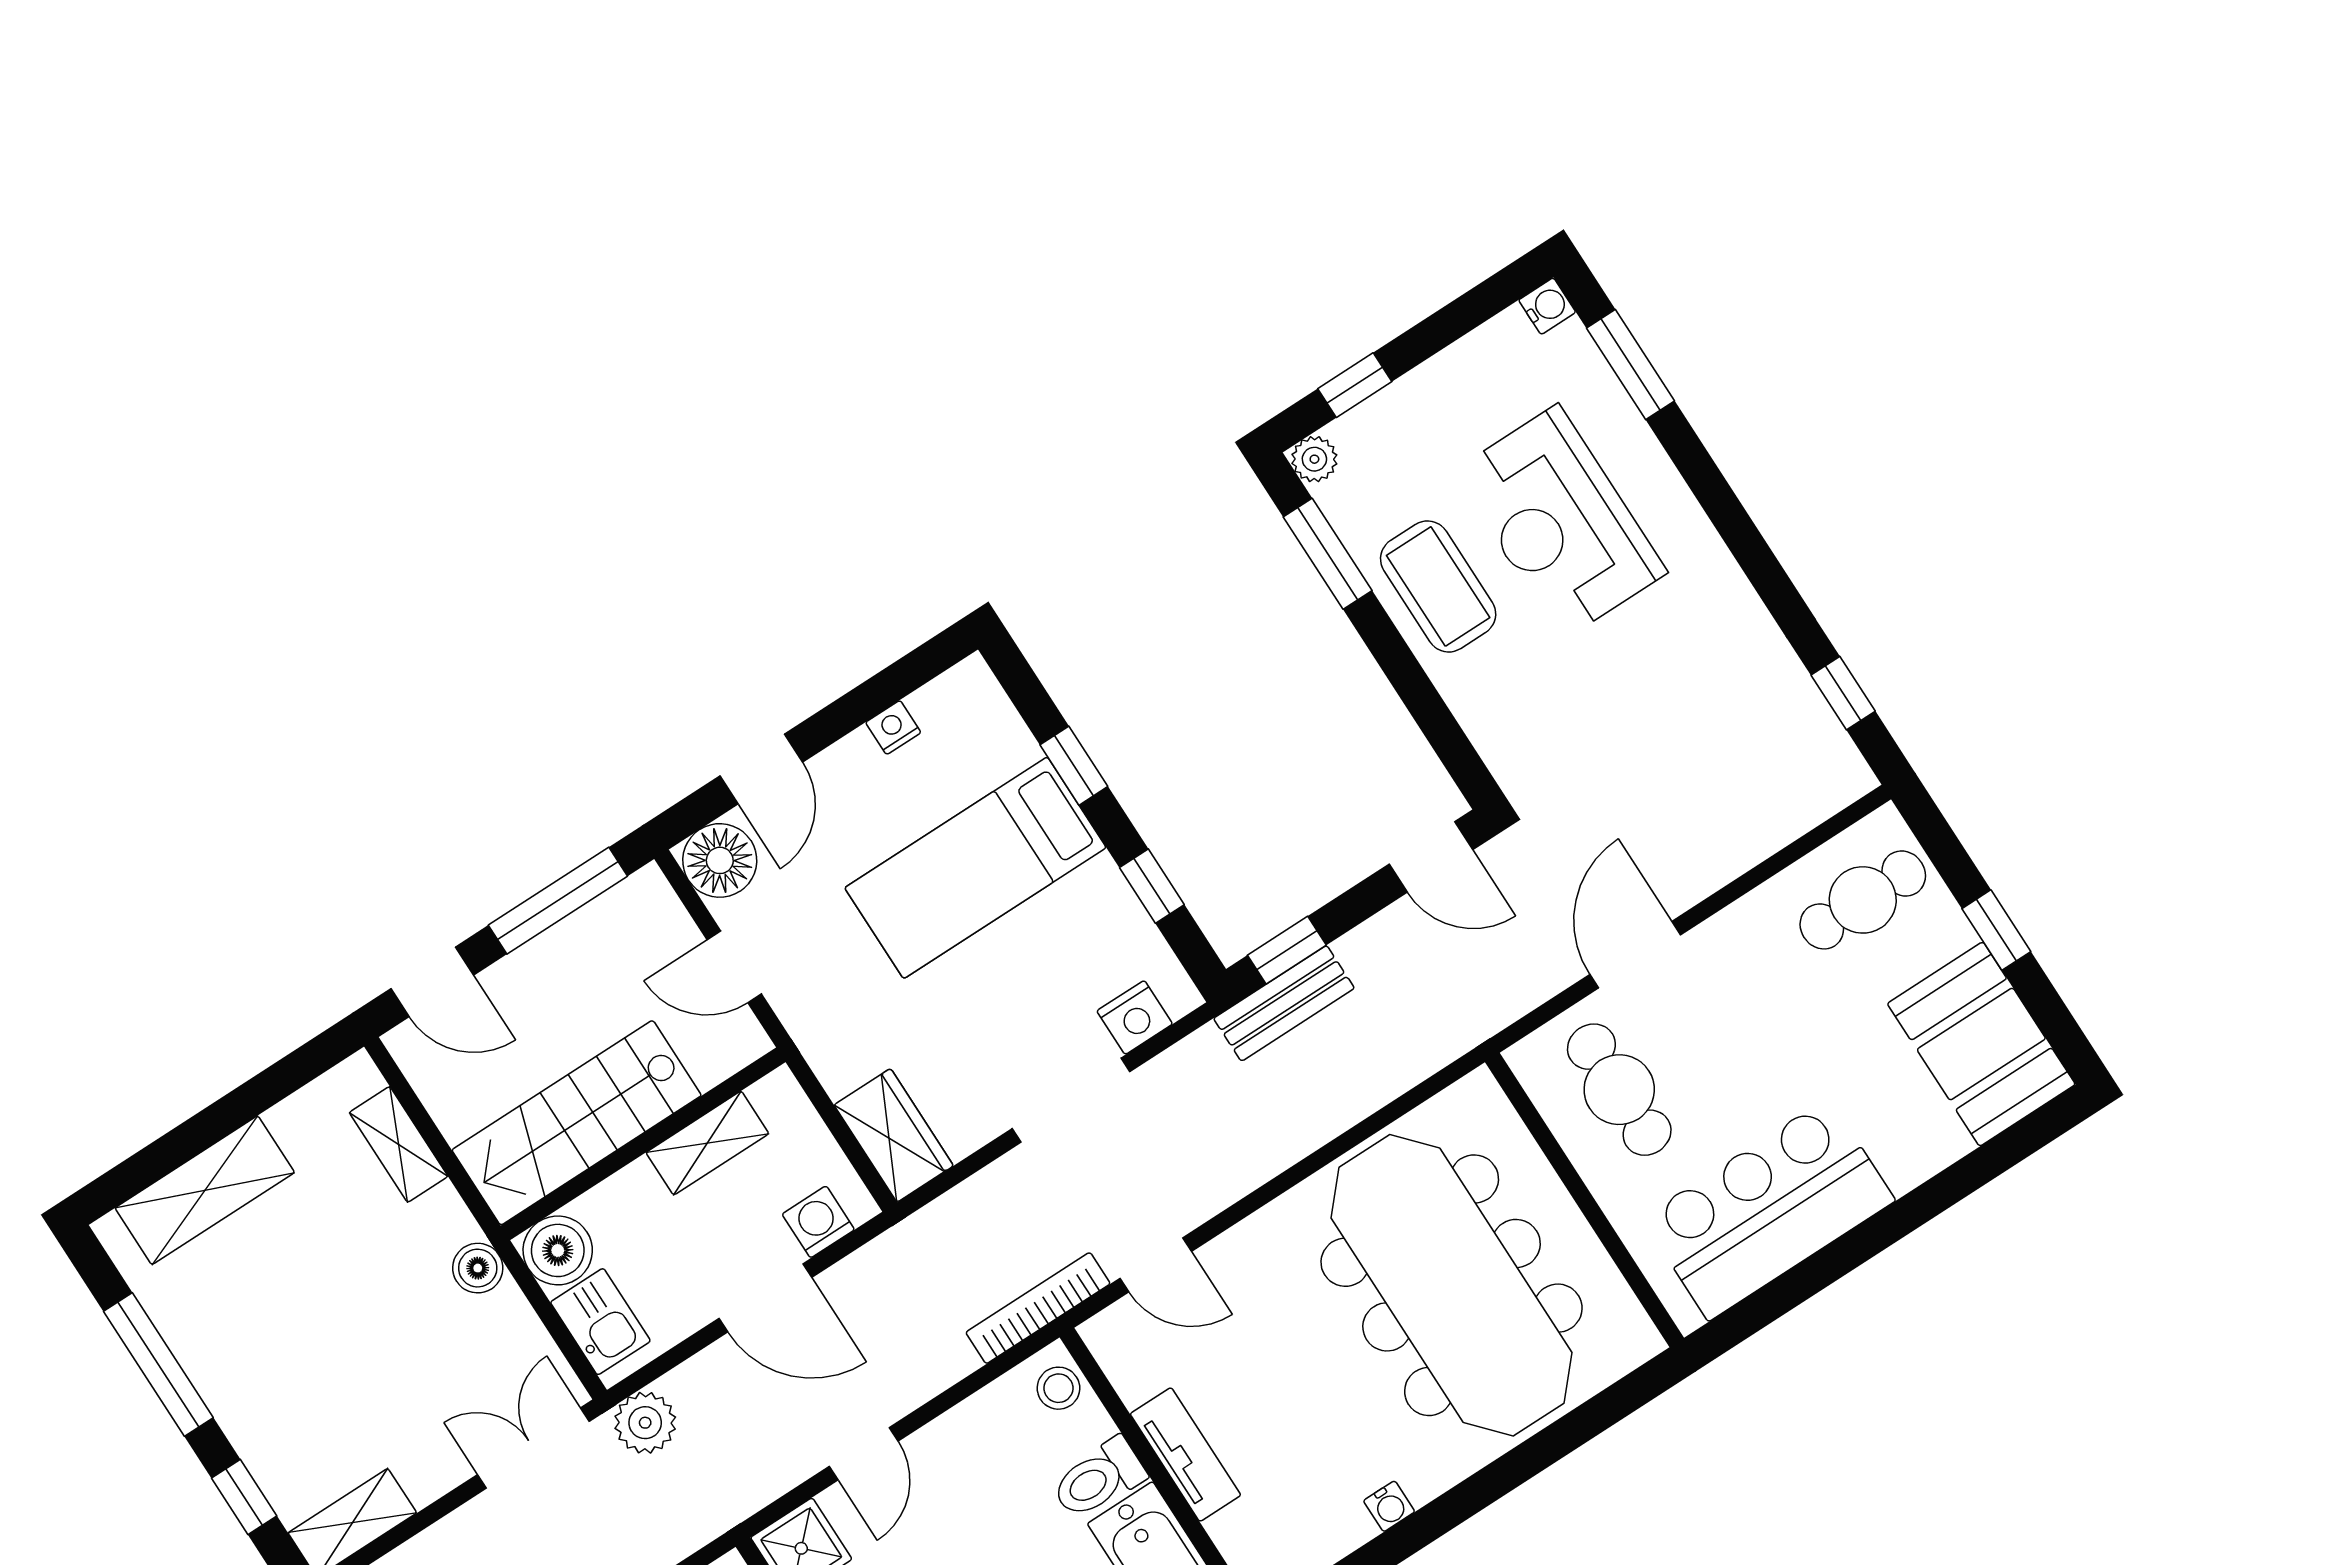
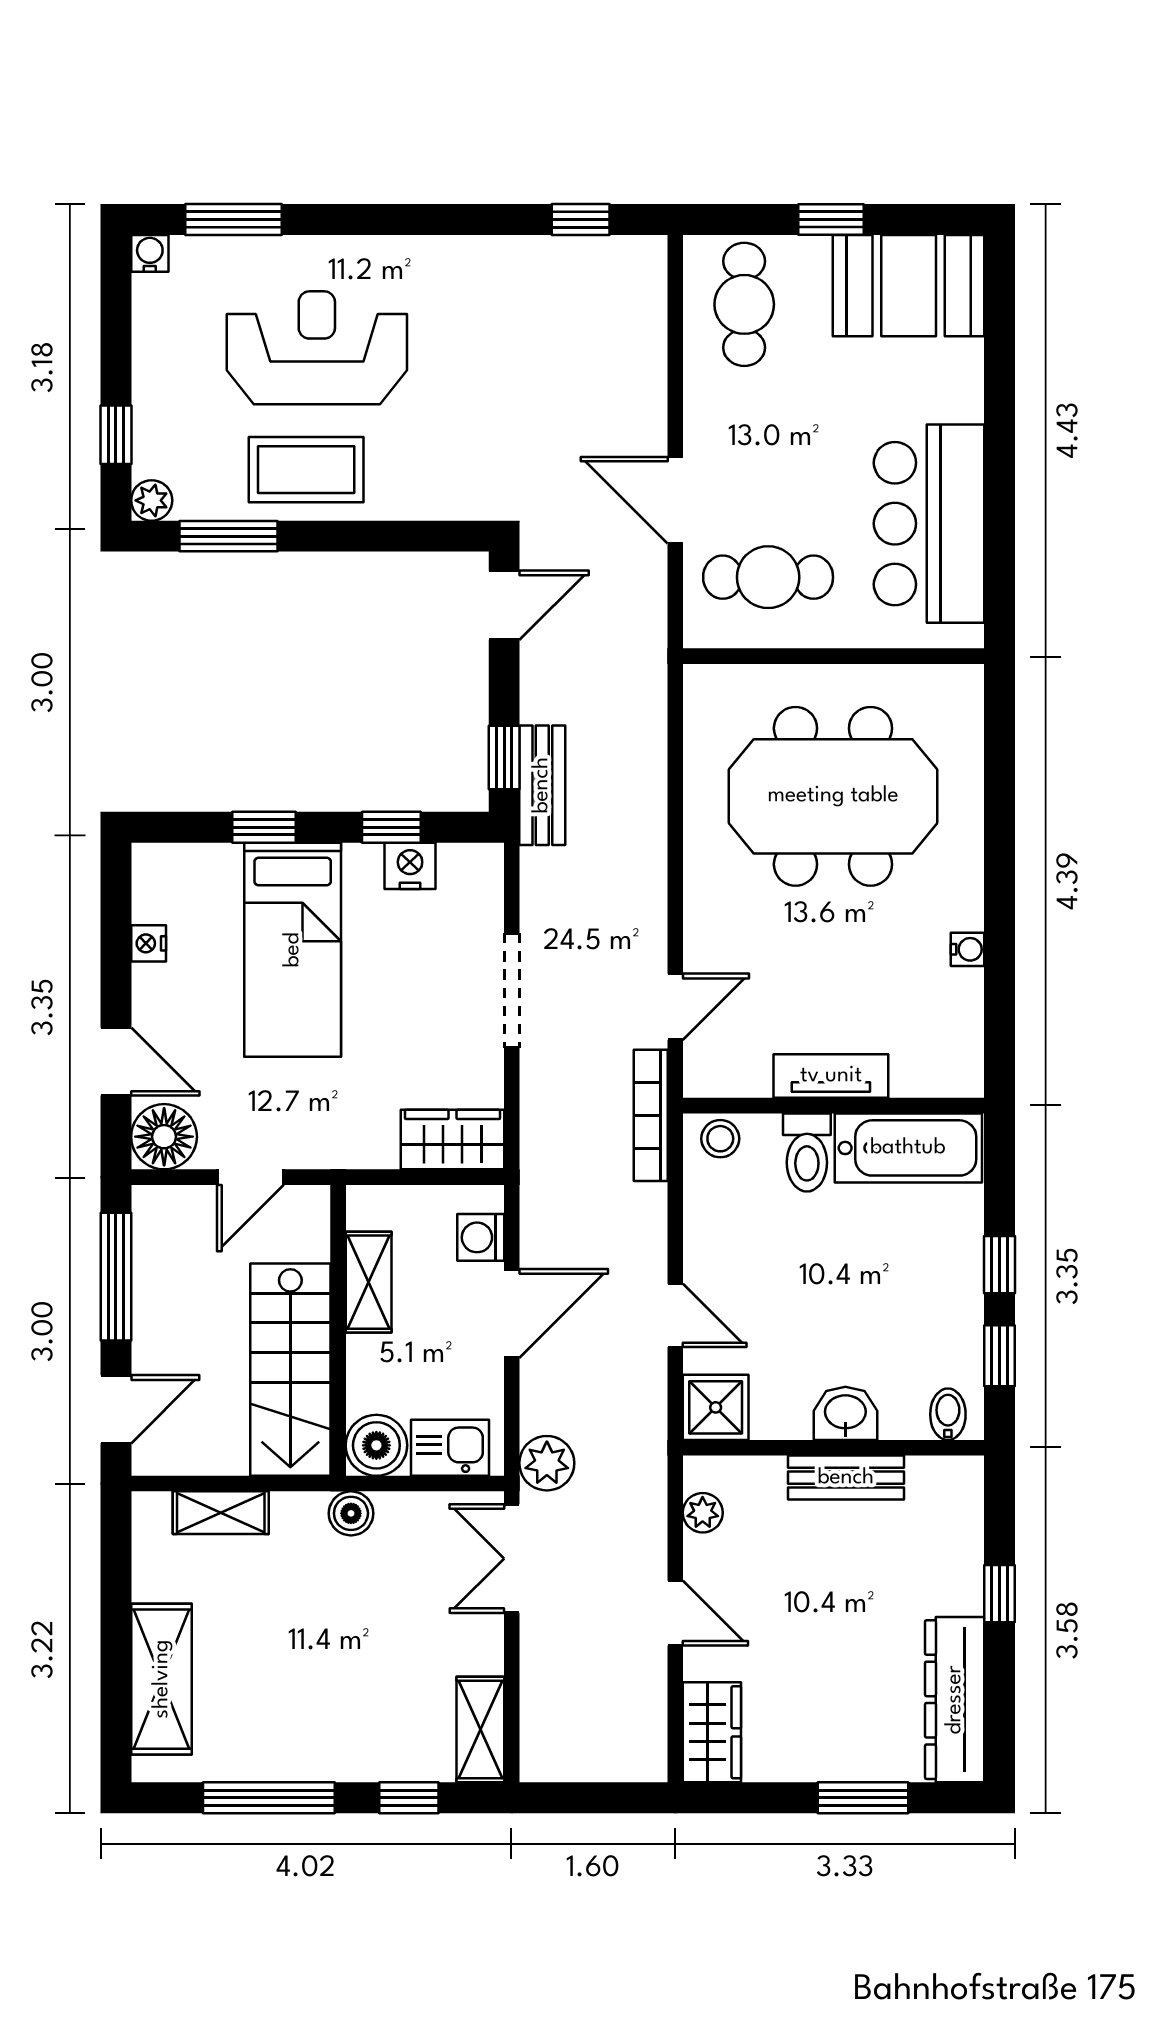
reception desk: (1560, 522) -> (317, 348), turned 180
nightstand: (1135, 1017) -> (410, 866), moved, turned -90
meeting table: (1452, 1285) -> (833, 796), width x0.73

